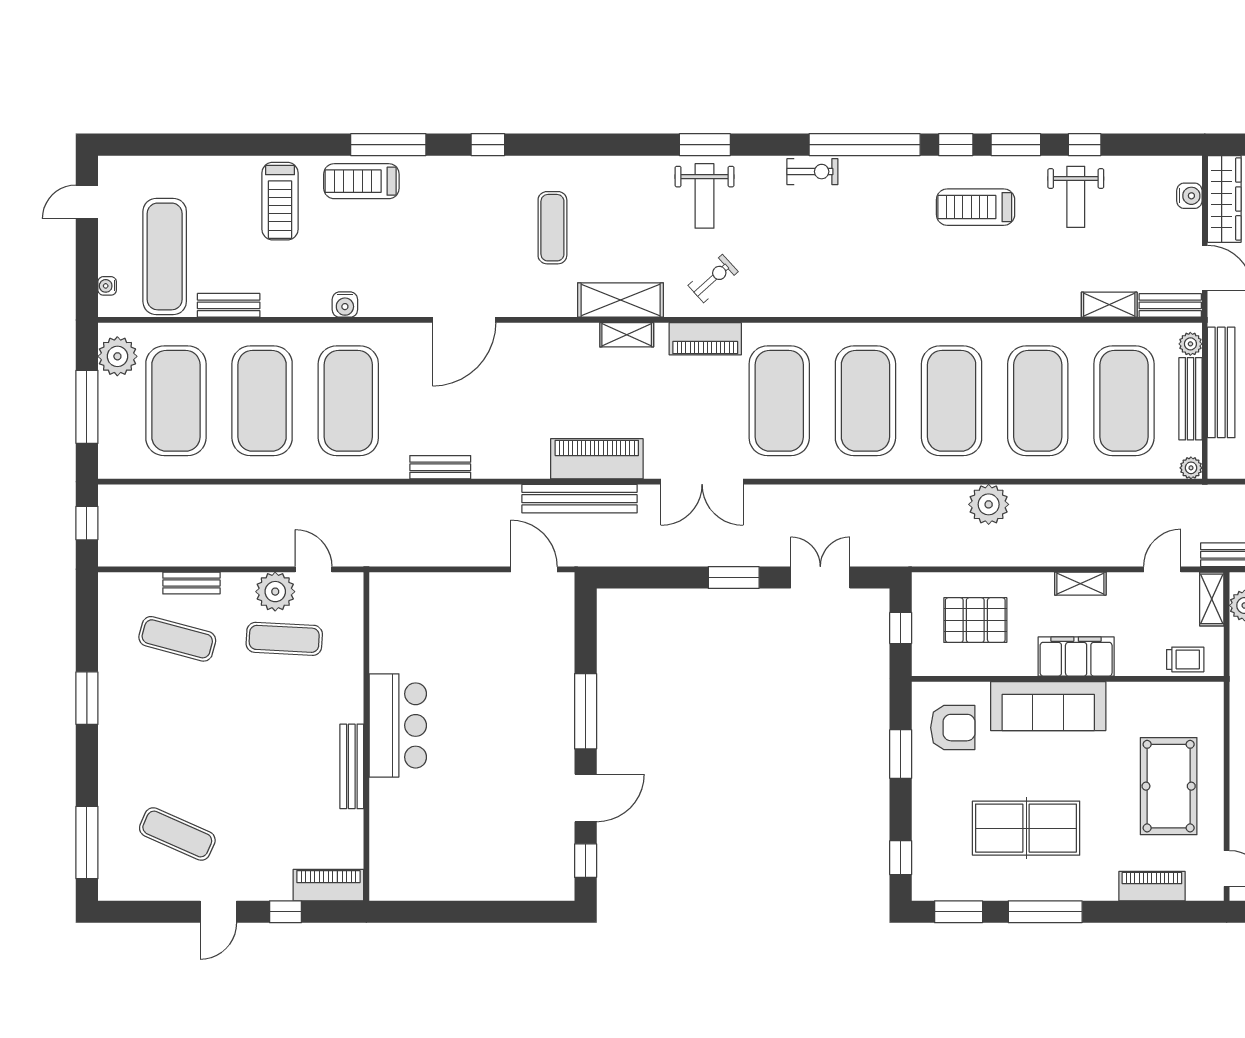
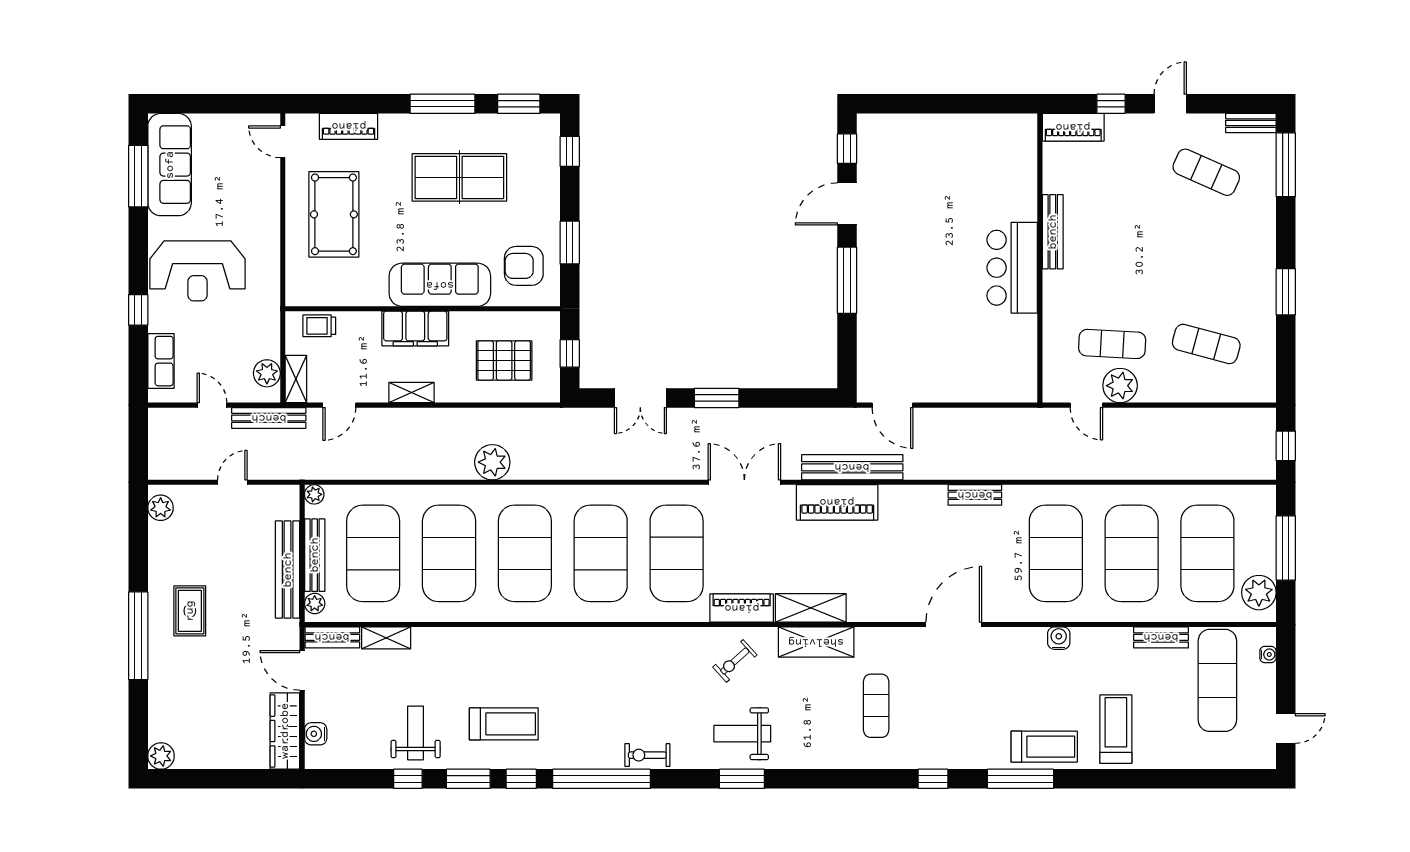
weight bench: (705, 196) -> (742, 734), turned -90
shelving: (627, 335) -> (811, 608), width x1.50, depth x1.33
bench: (191, 583) -> (1251, 123), moved

